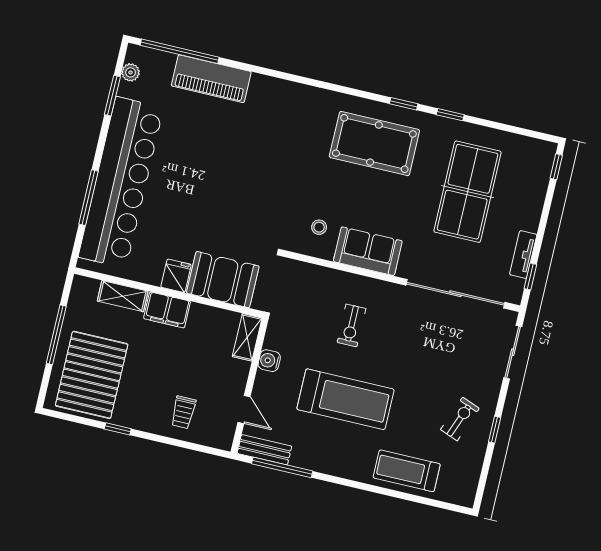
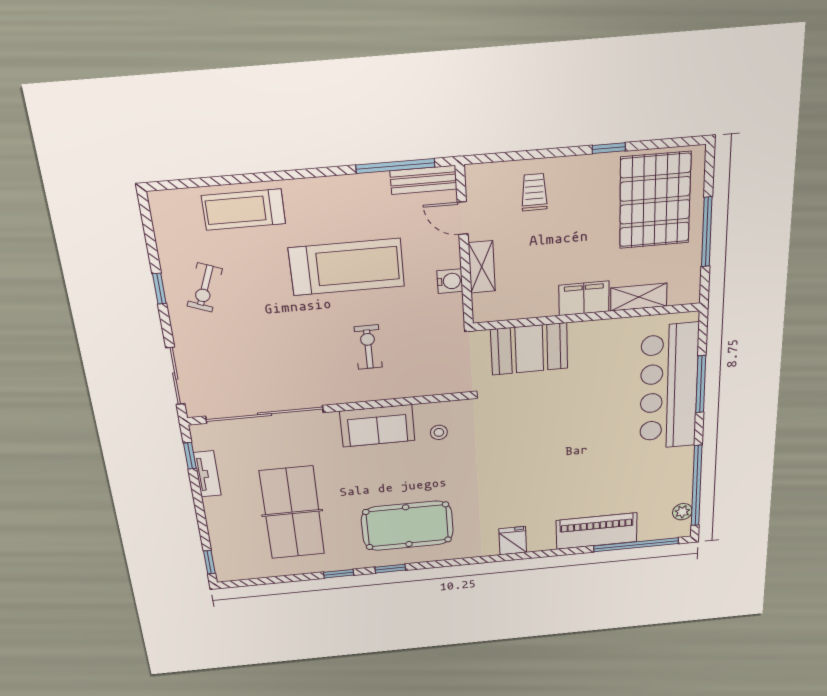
window: (112, 96) -> (697, 486), width x2.11
bar counter: (121, 182) -> (669, 387), width x0.73
fridge: (176, 276) -> (513, 541), moved, turned 180
shelving: (247, 337) -> (482, 267), moved
treadmill: (345, 399) -> (347, 267), turned 180
treadmill: (407, 471) -> (244, 210), turned 180

